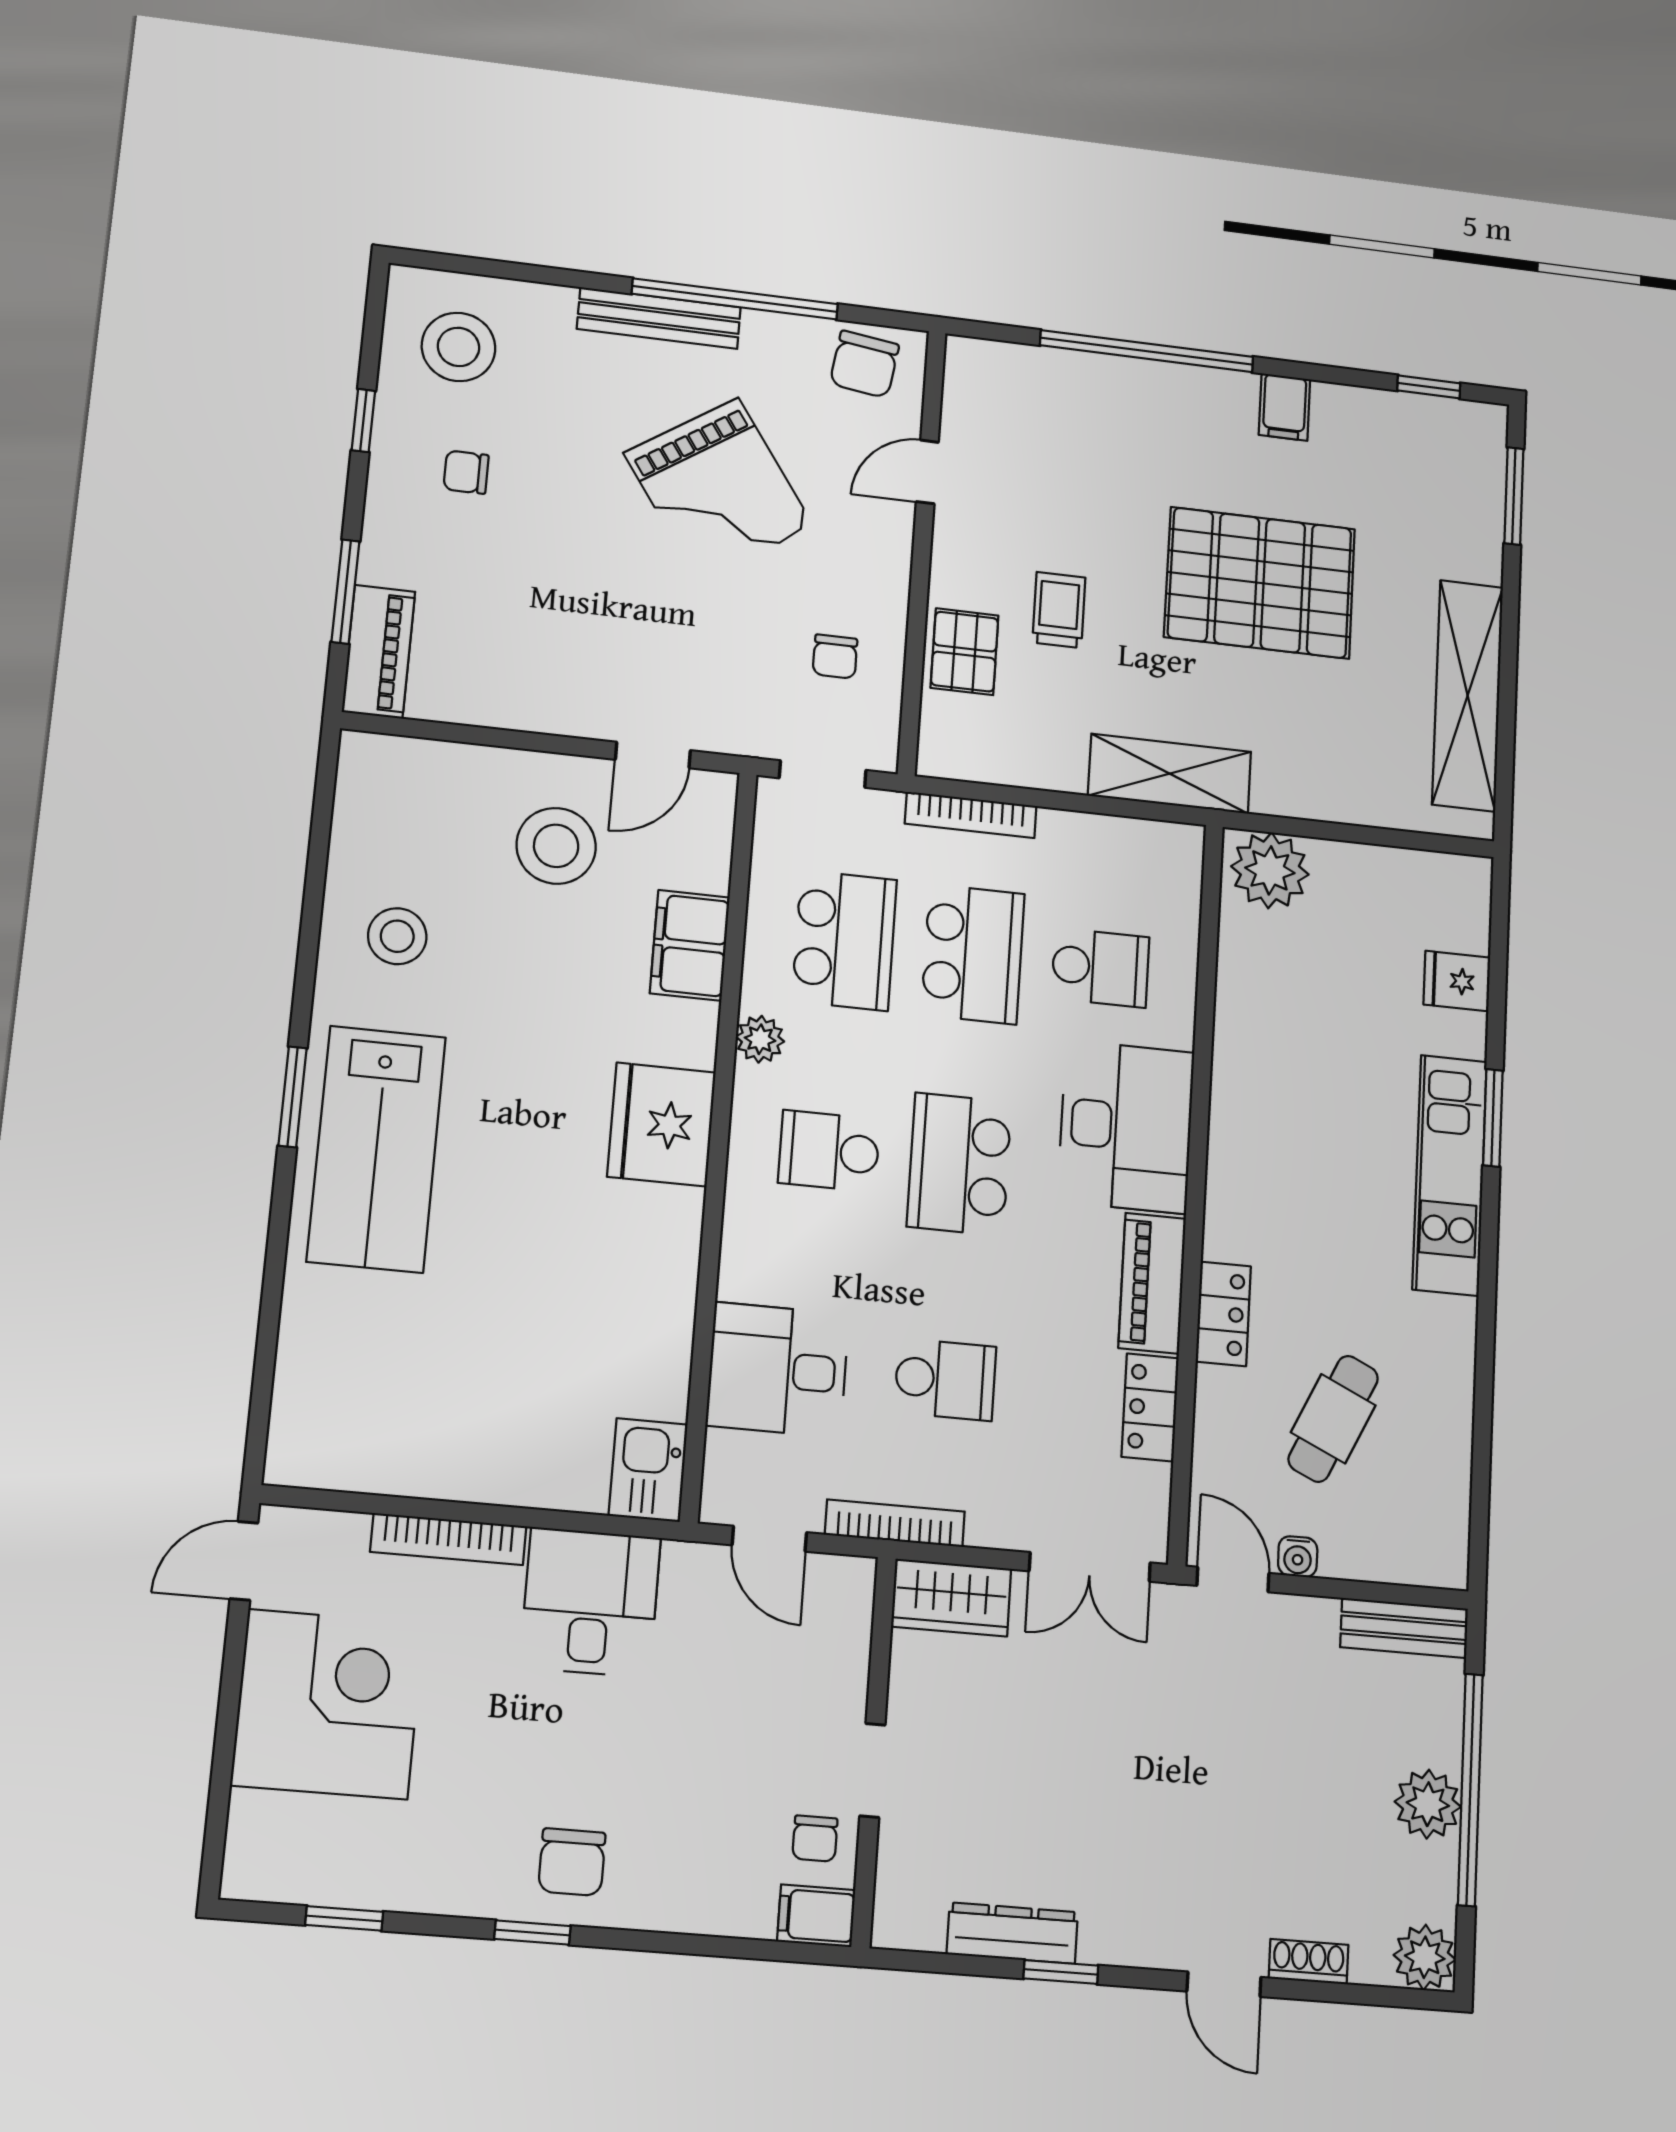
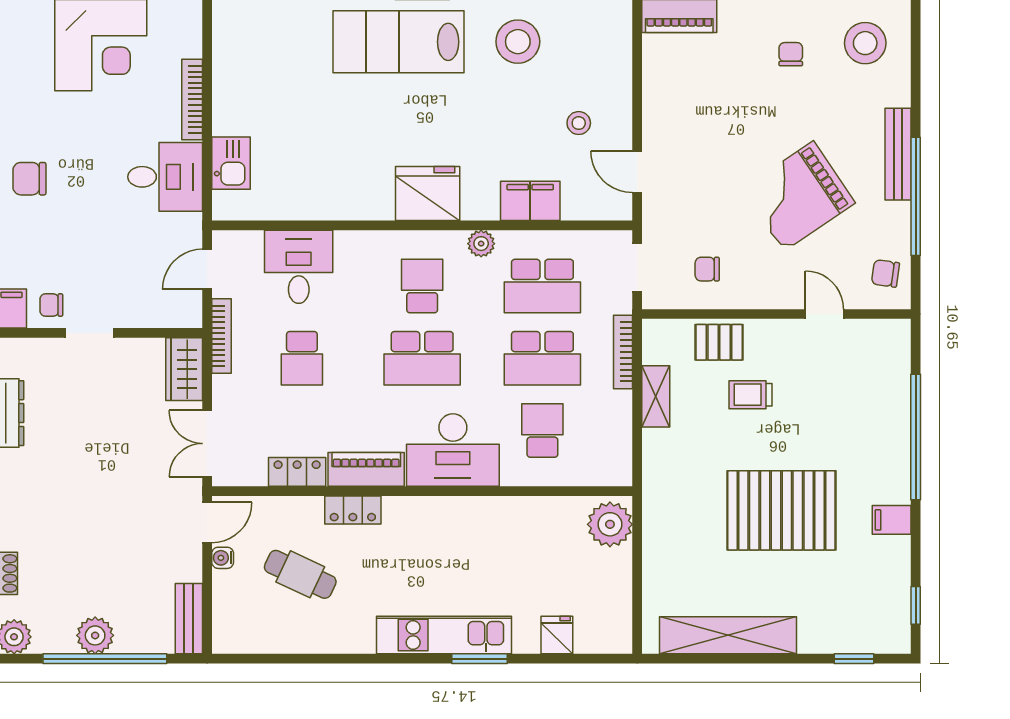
chair: (864, 364) -> (885, 273), width x0.73, depth x0.73
window: (1514, 496) -> (854, 659), width x0.67
pallet: (1260, 583) -> (781, 510), turned 90
trolley: (1059, 610) -> (751, 395), turned 180
shelving: (1170, 774) -> (656, 396), moved, width x0.67, depth x0.75
stool: (556, 846) -> (579, 123), width x0.53, depth x0.53
stool: (397, 936) -> (518, 42), width x1.38, depth x1.38
school desk: (1100, 968) -> (542, 430), turned 180
school desk: (959, 1164) -> (422, 358), turned 180
kitchen sink: (648, 1470) -> (231, 163), moved, turned 90

